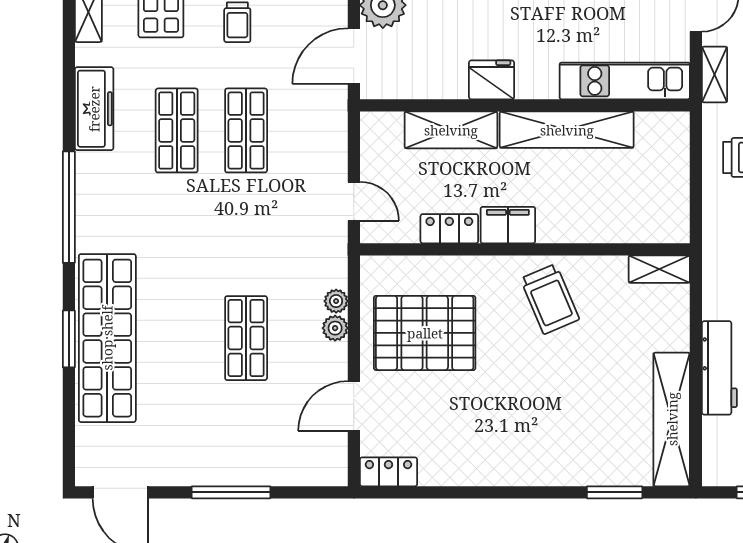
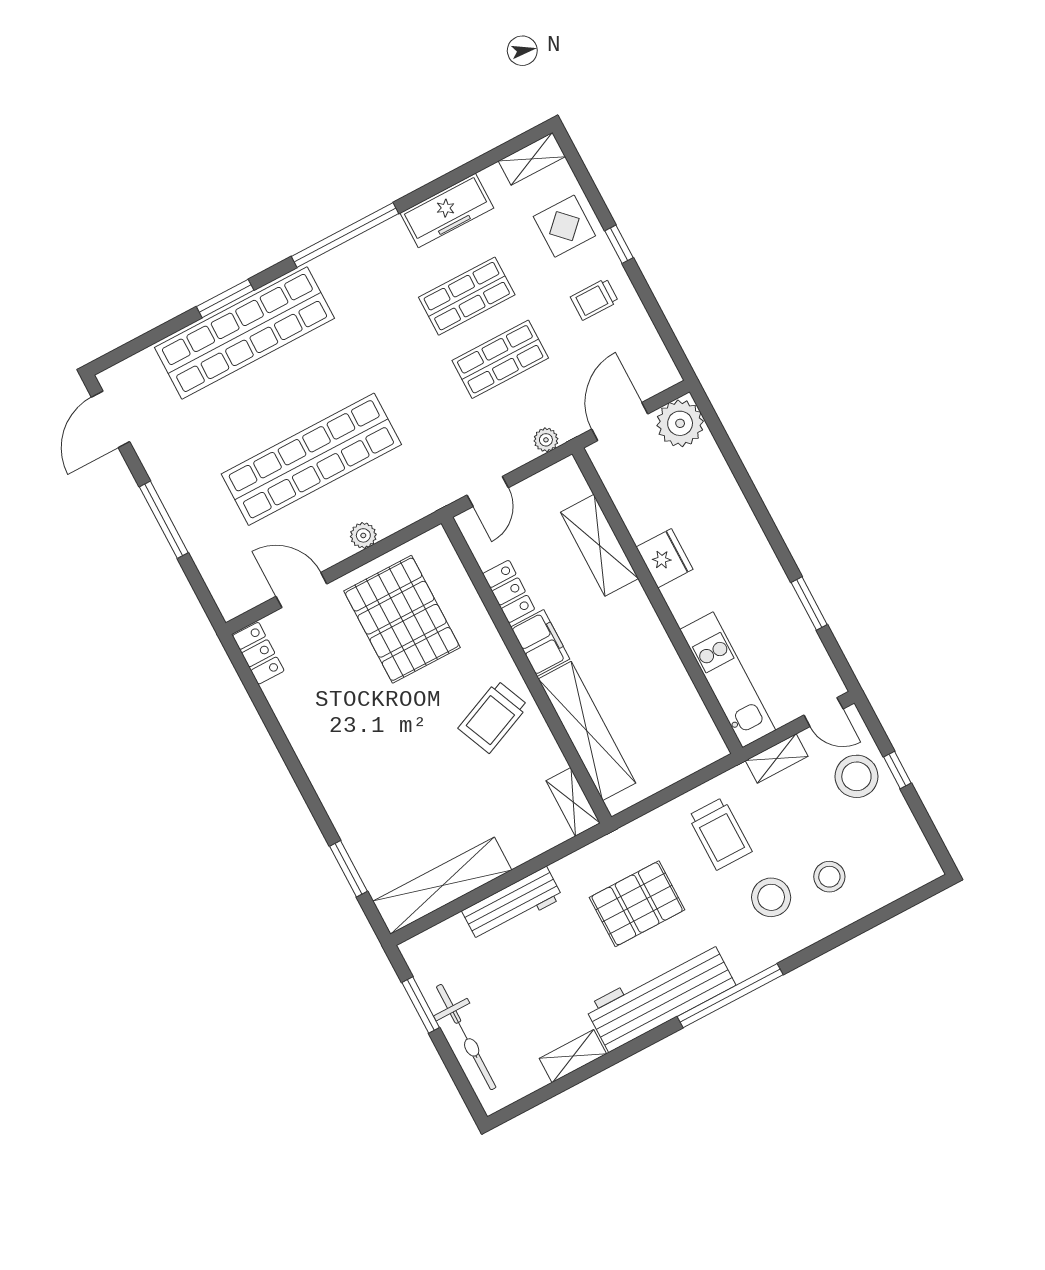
door: (354, 56) -> (620, 421), hinge flipped
shelving: (567, 130) -> (587, 731), moved
plant: (336, 301) -> (546, 440), moved
shop shelf: (246, 338) -> (311, 459), width x2.00, depth x1.36

